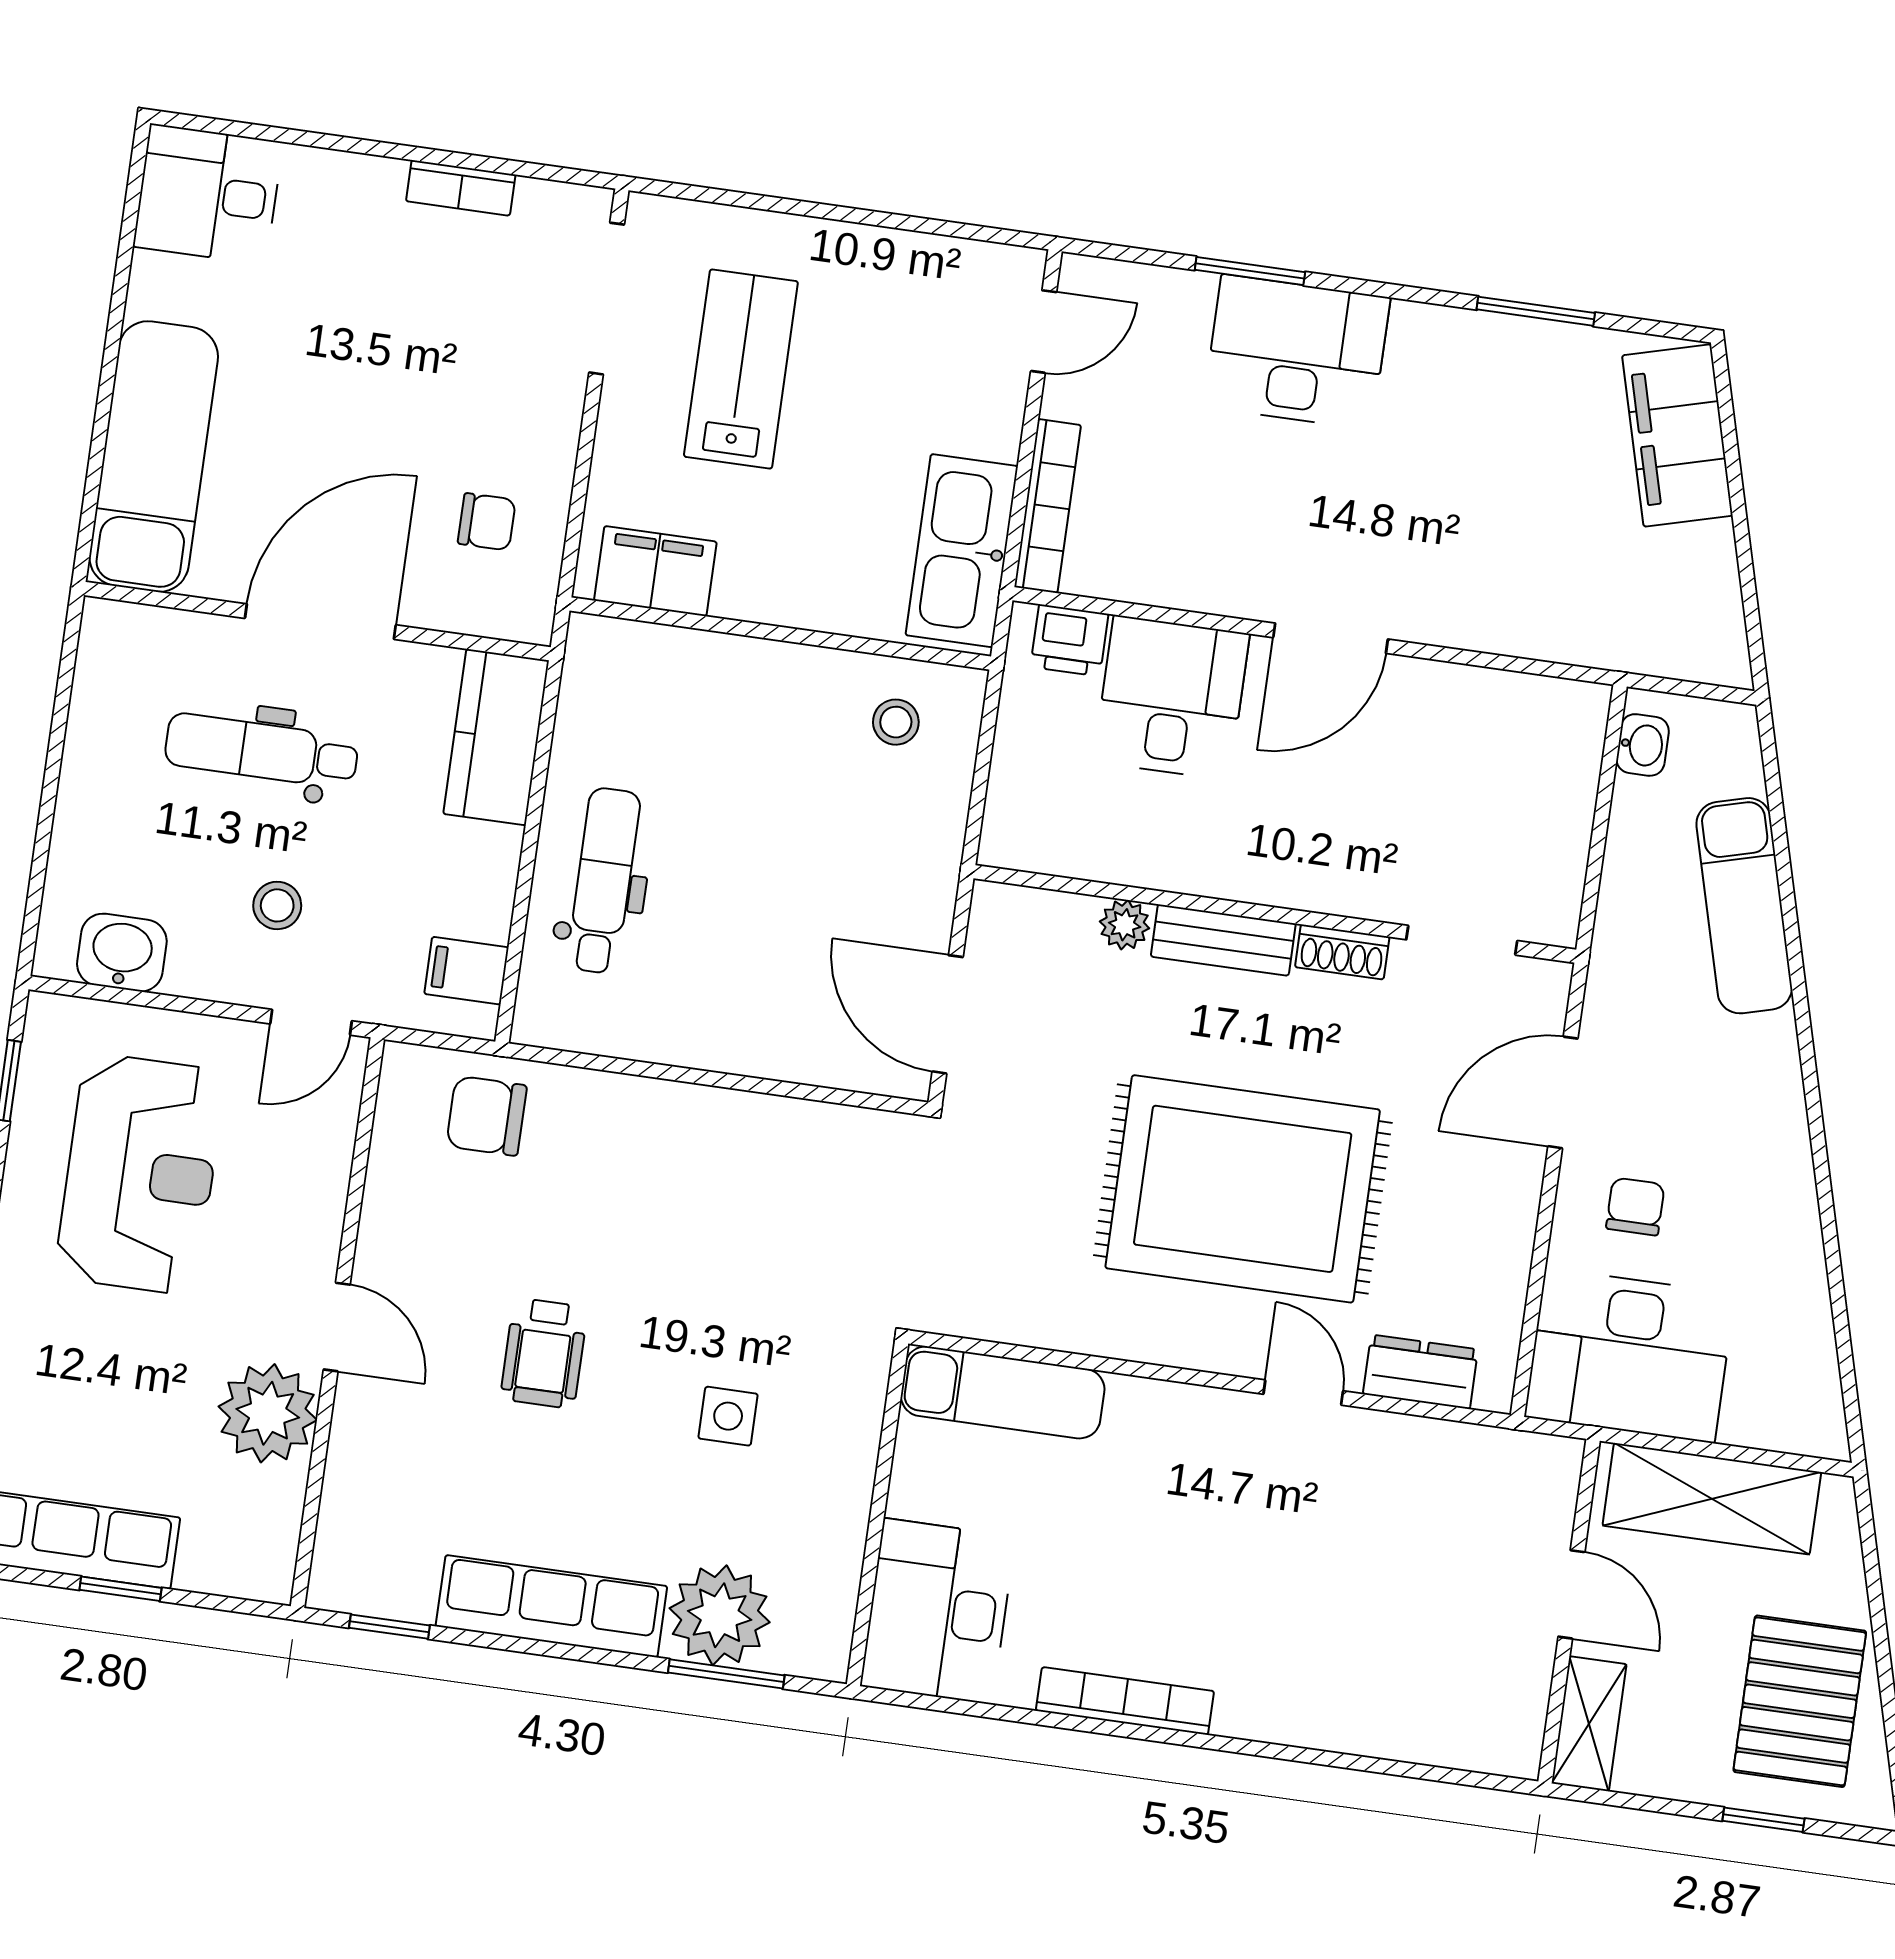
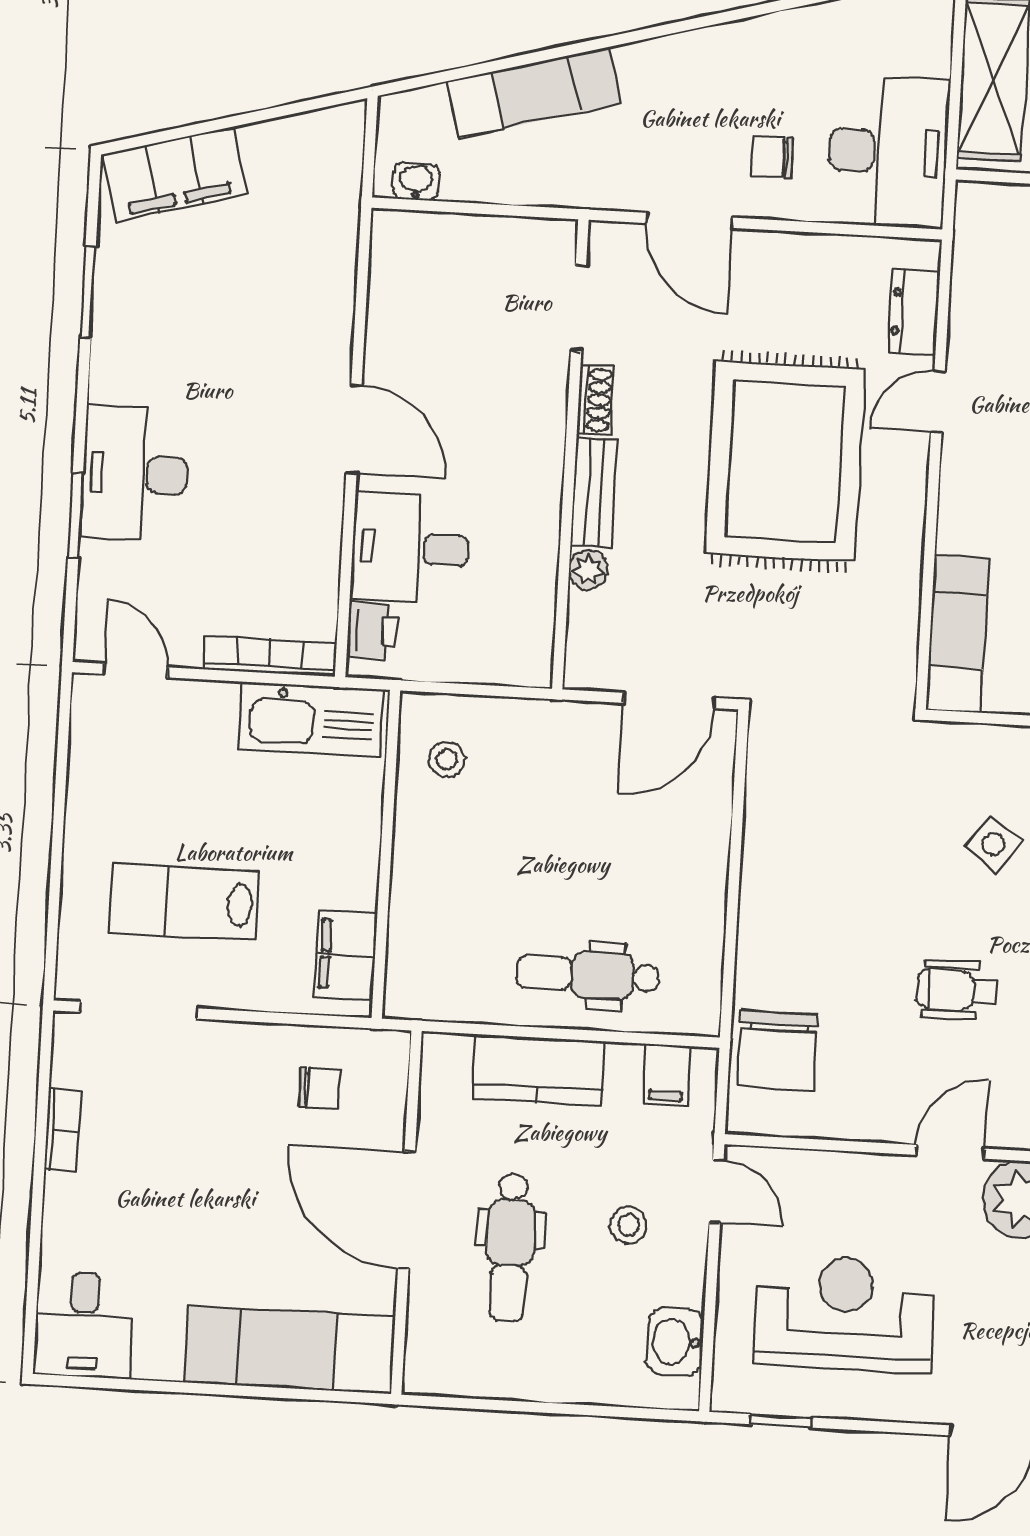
chair: (487, 522) -> (319, 1088), turned 90
kitchen counter: (496, 737) -> (538, 1070), moved
chair: (486, 1116) -> (777, 1050), width x1.37, depth x1.37
wheelchair: (544, 1353) -> (957, 990), turned 180
side table: (728, 1416) -> (994, 844), turned 35

